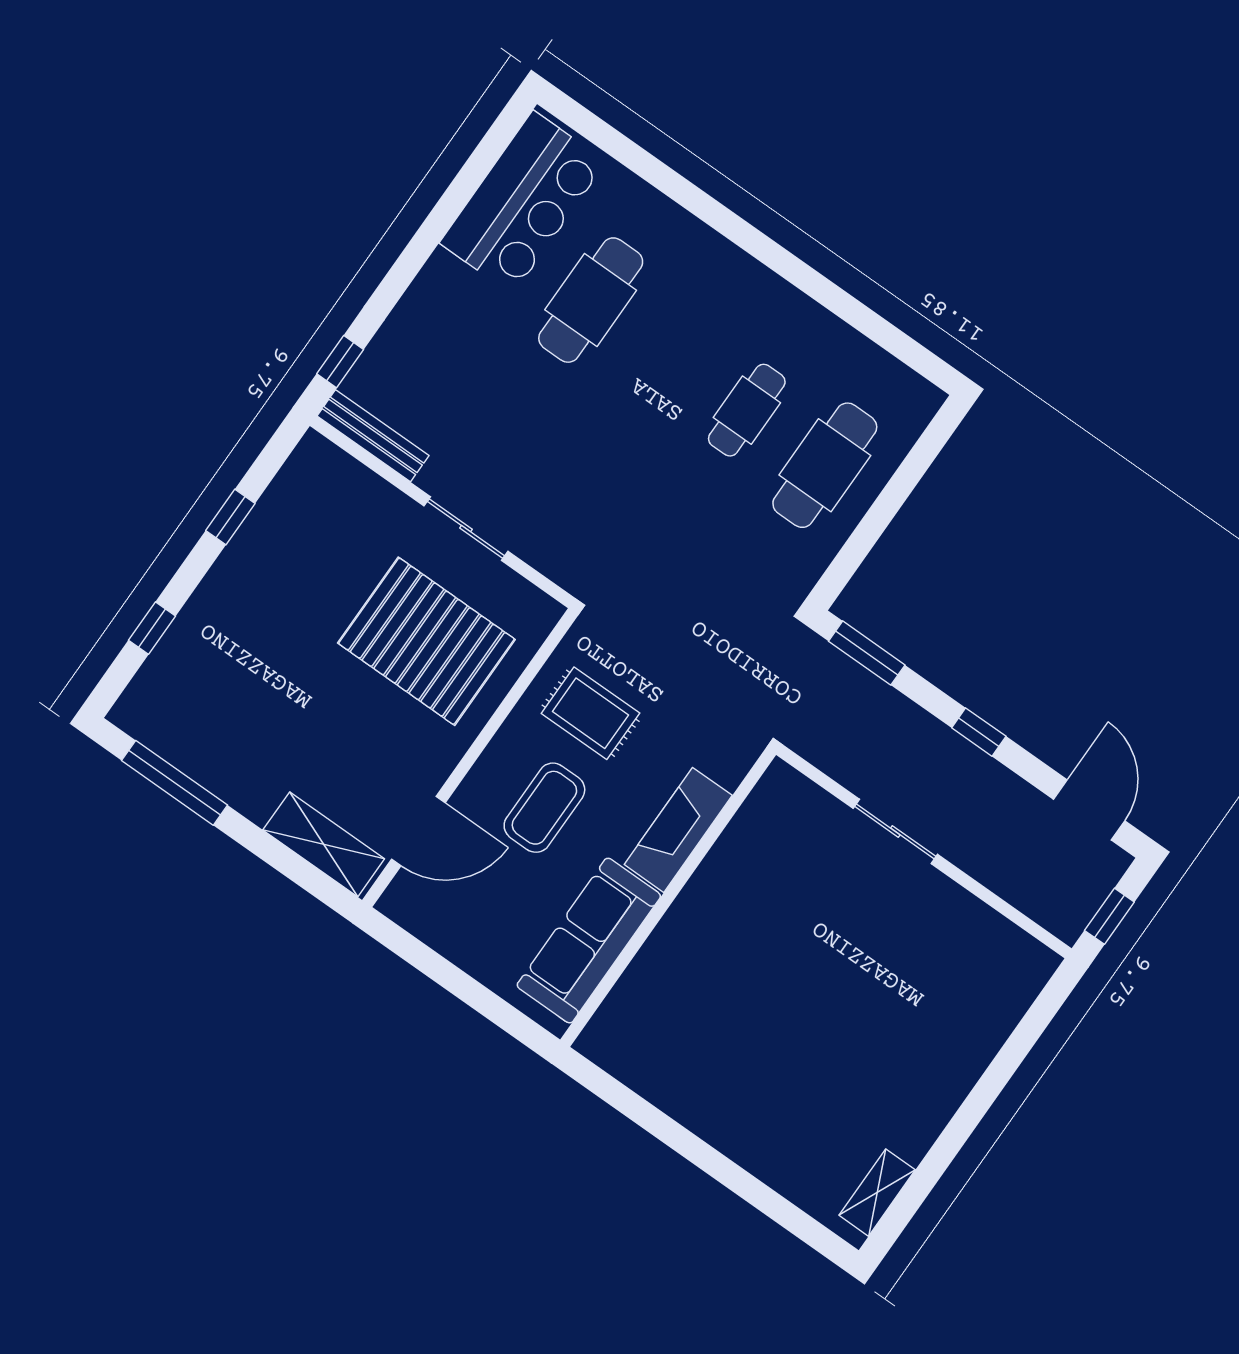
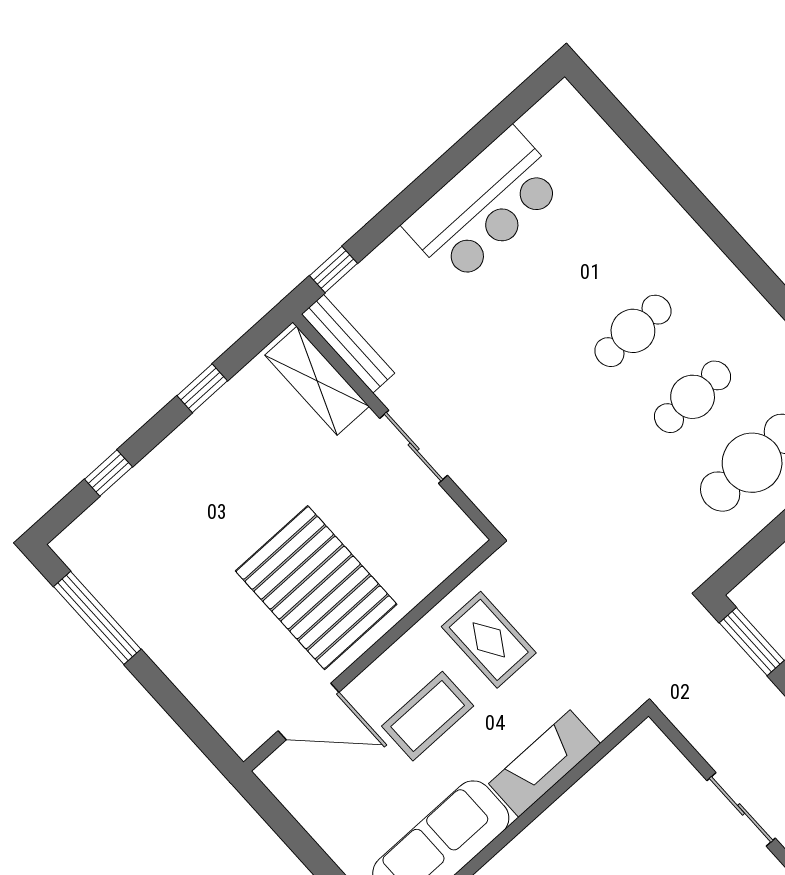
bar counter: (523, 202) -> (484, 206), moved
cafe table: (591, 300) -> (633, 331), moved, width x0.73, depth x0.74
pallet: (426, 641) -> (316, 588), moved
shelving: (324, 844) -> (317, 381), moved

